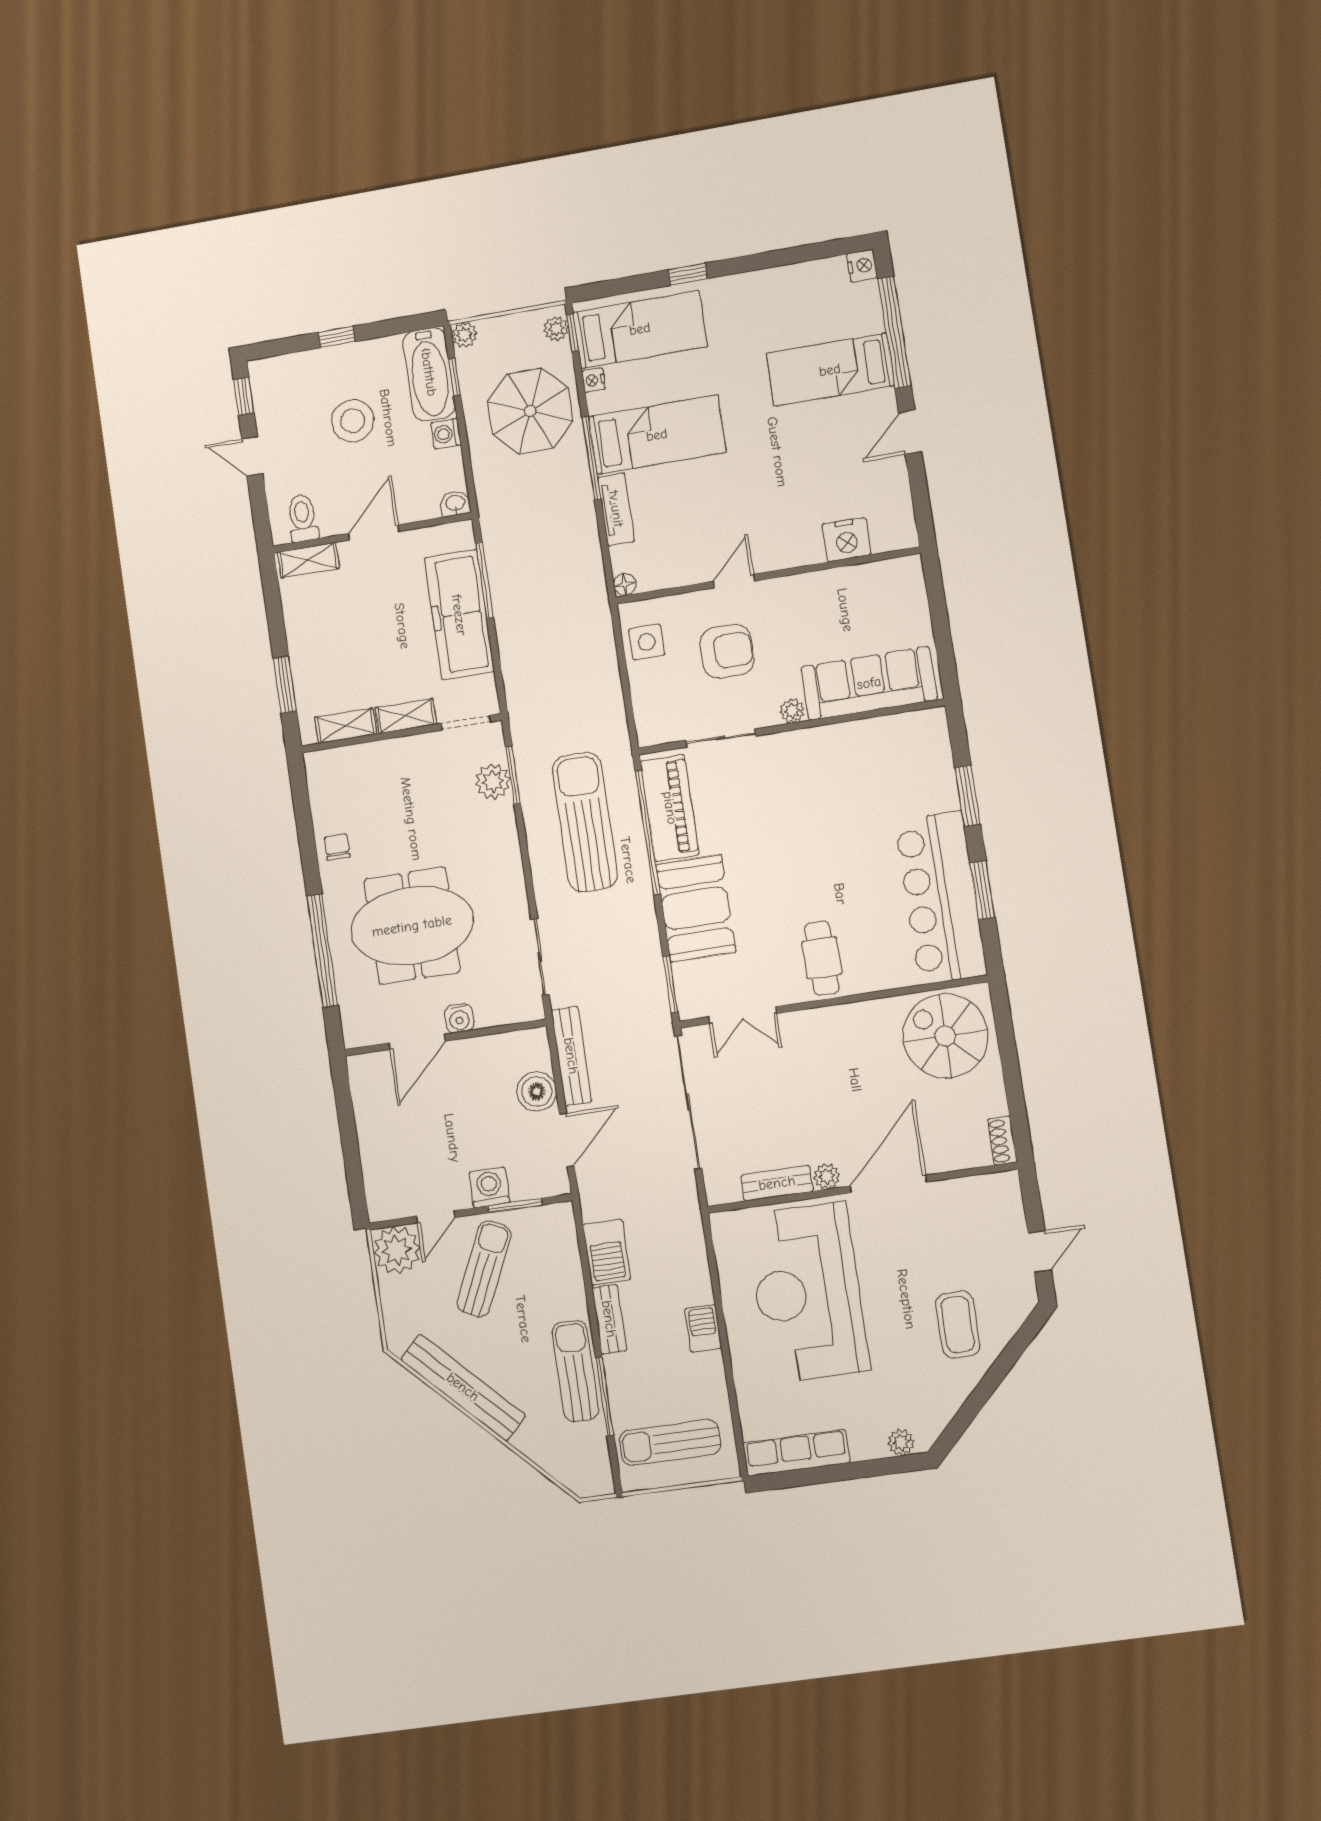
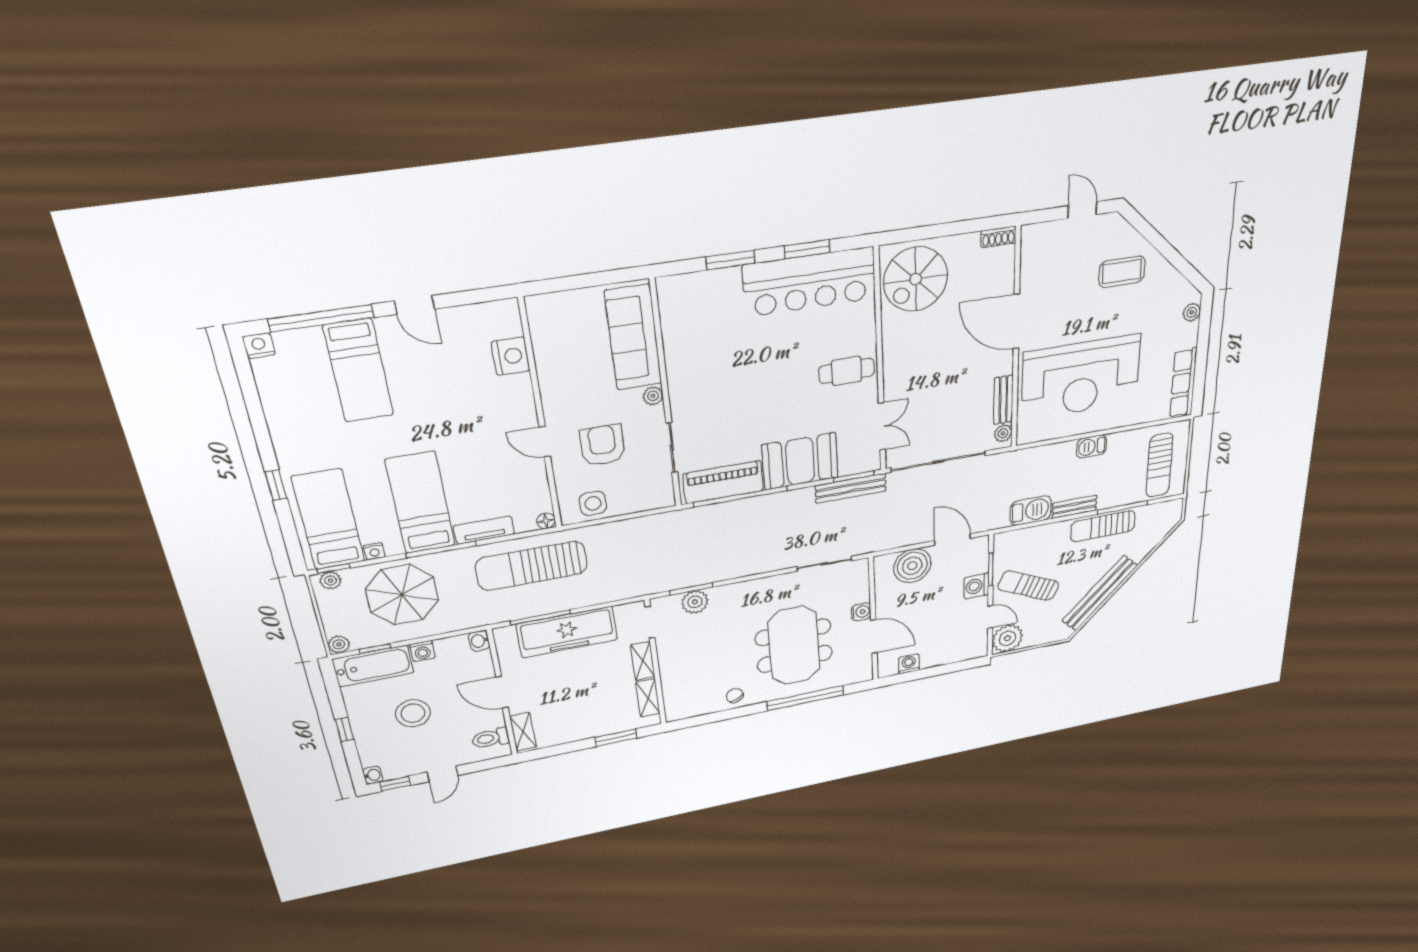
washbasin: (261, 369) -> (373, 775), added
sun lounger: (585, 822) -> (532, 566), moved
chair: (337, 847) -> (735, 696), turned 61
bench: (571, 1056) -> (851, 488), moved
boiler: (537, 1091) -> (912, 566), width x1.37, depth x1.37
washing machine: (366, 1101) -> (909, 664), added
plant: (827, 1176) -> (1003, 433), moved

